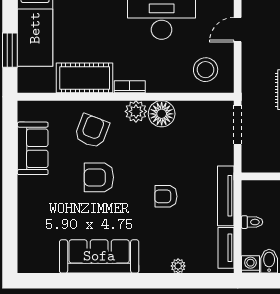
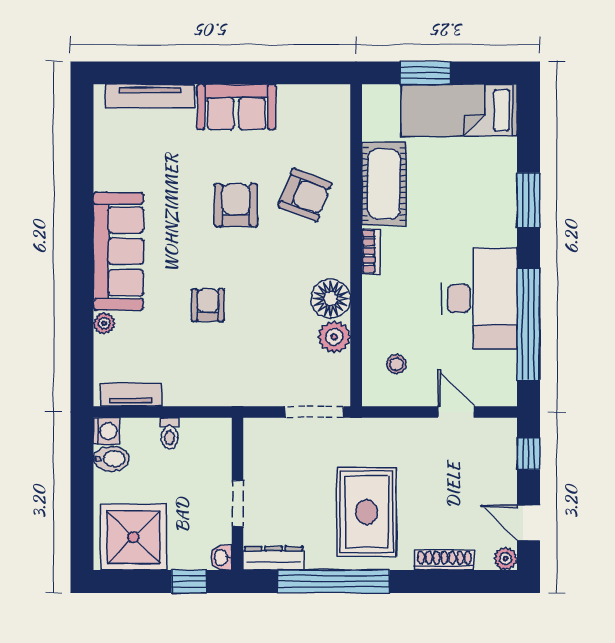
stool: (206, 70) -> (396, 364), width x0.53, depth x0.53
plant: (136, 111) -> (334, 337), moved
sofa: (33, 148) -> (236, 107), moved
tv unit: (226, 196) -> (150, 96), moved, turned 180
sofa: (99, 256) -> (118, 251), moved

